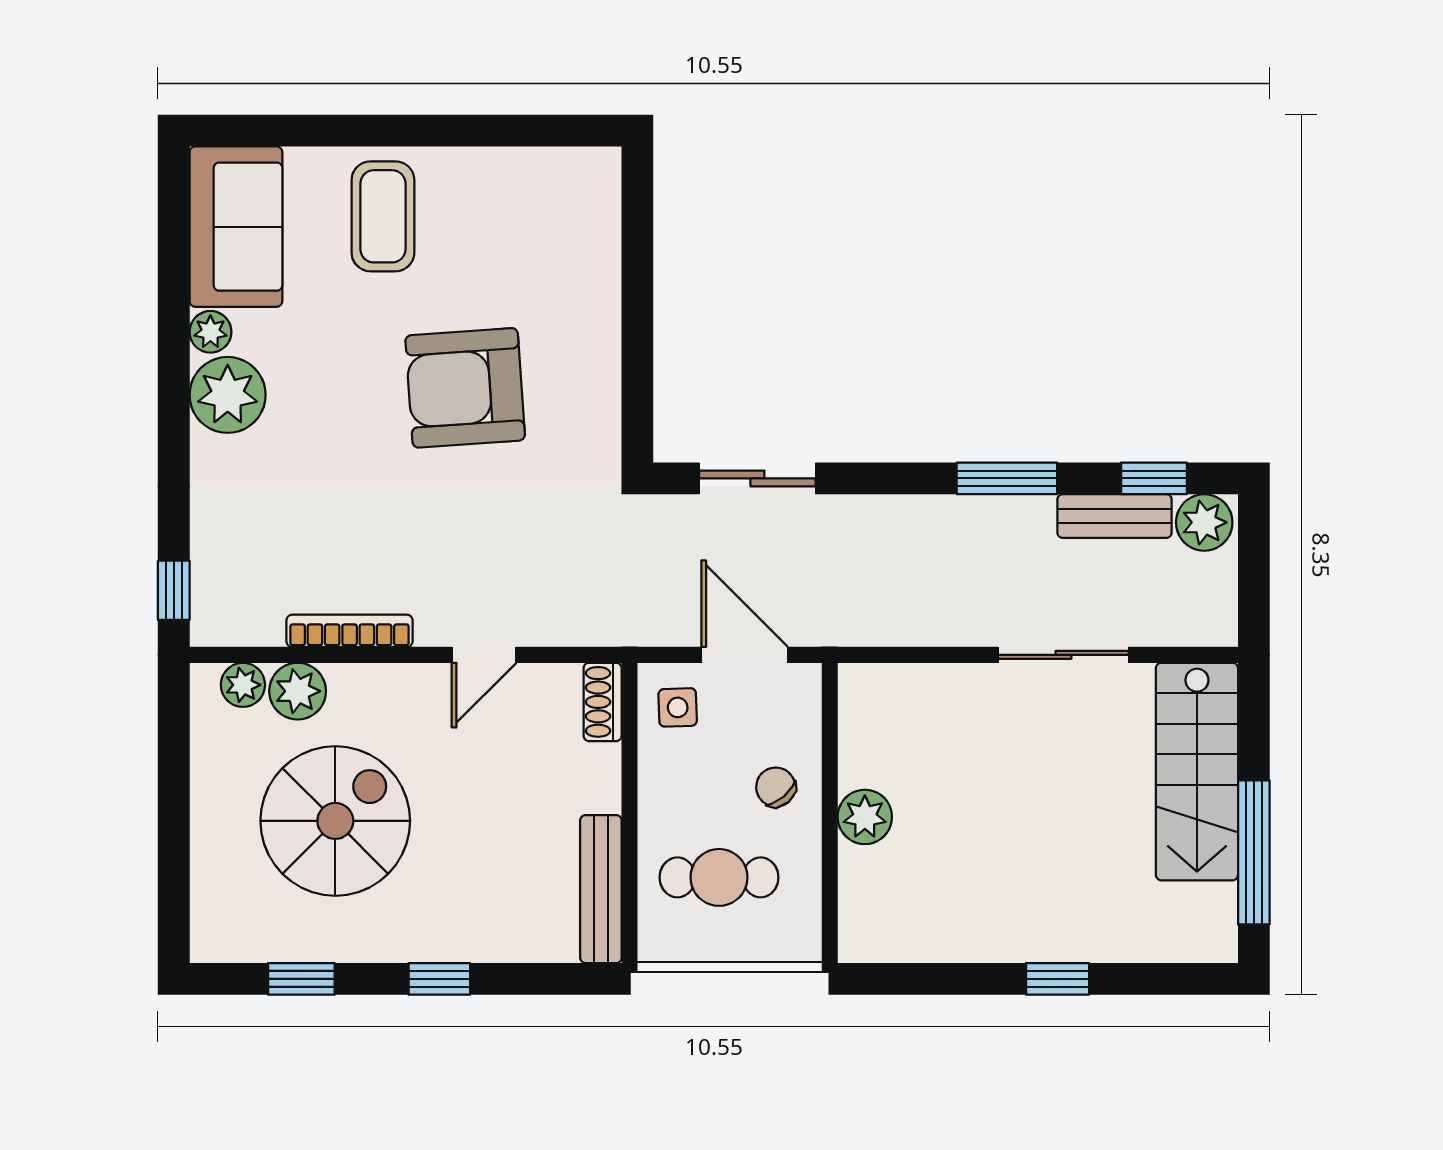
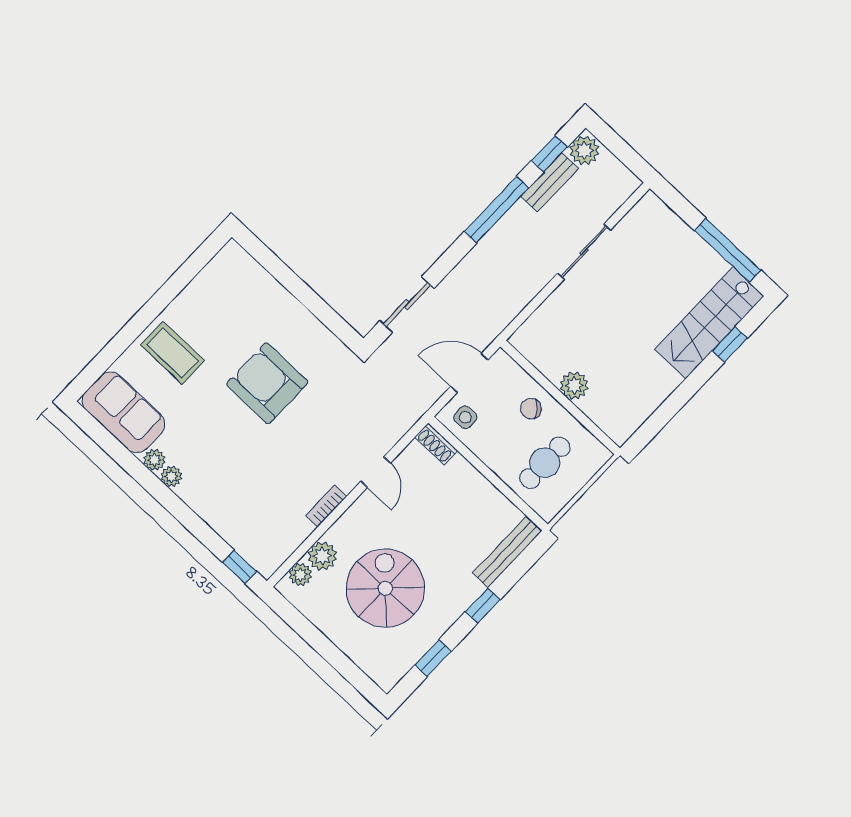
armchair: (465, 388) -> (267, 383), turned 94
plant: (228, 395) -> (171, 476), width x0.53, depth x0.53
window: (1007, 478) -> (497, 210), width x1.44
bookcase: (350, 631) -> (326, 506), width x0.64
stairs: (1197, 772) -> (709, 323), moved, turned 90
bench: (601, 889) -> (507, 552), moved, turned 90
window: (1058, 979) -> (730, 344), moved

